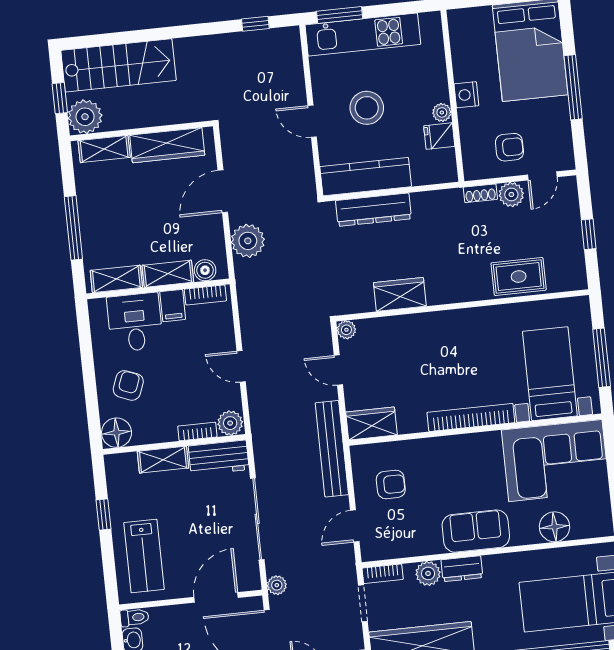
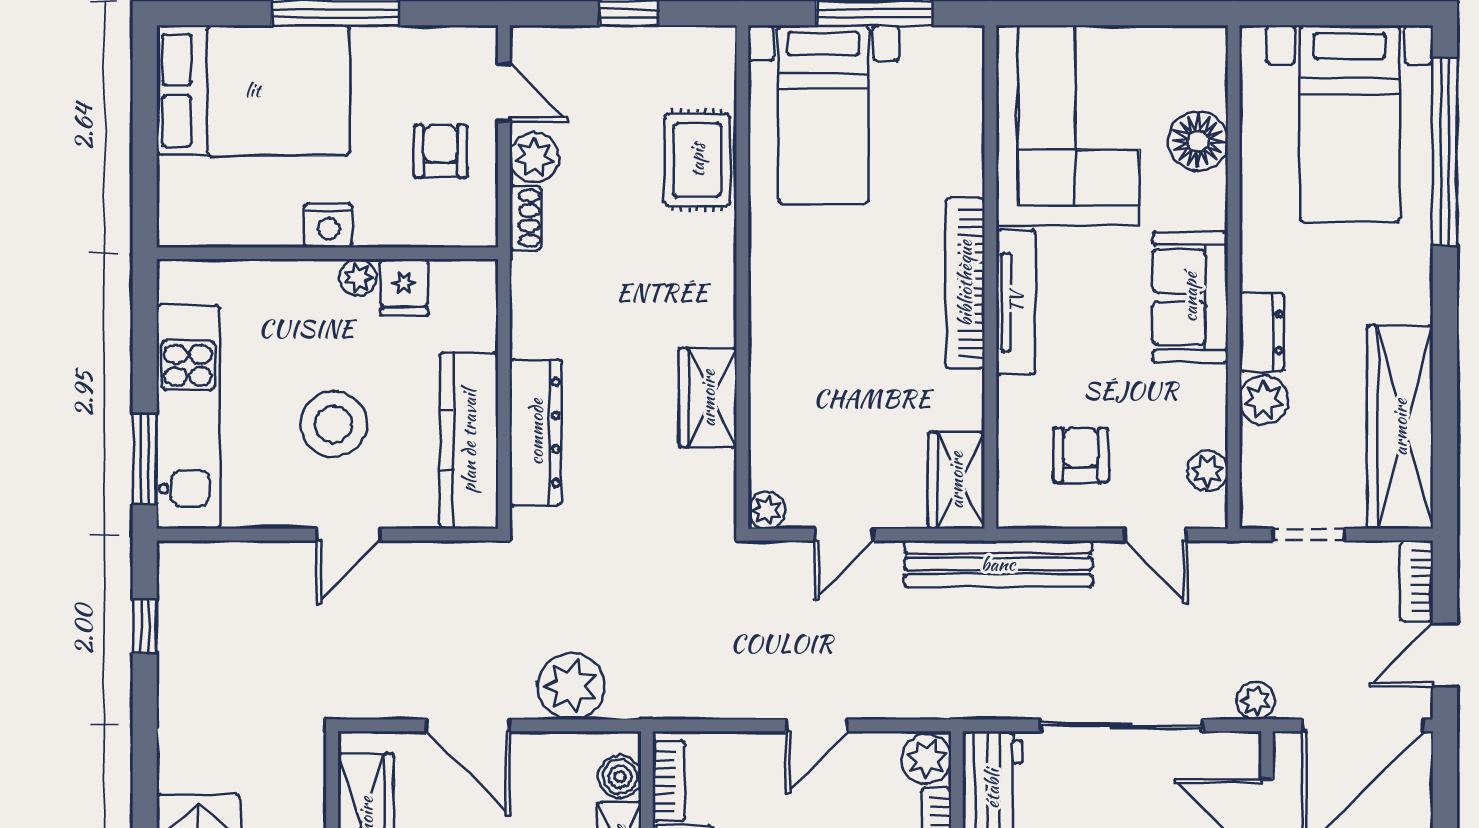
bed with nightstands: (550, 374) -> (823, 114), moved, turned -90
tv unit: (464, 444) -> (1016, 302), added
plant: (390, 549) -> (1208, 471), added
bookcase: (383, 574) -> (1255, 490), removed

